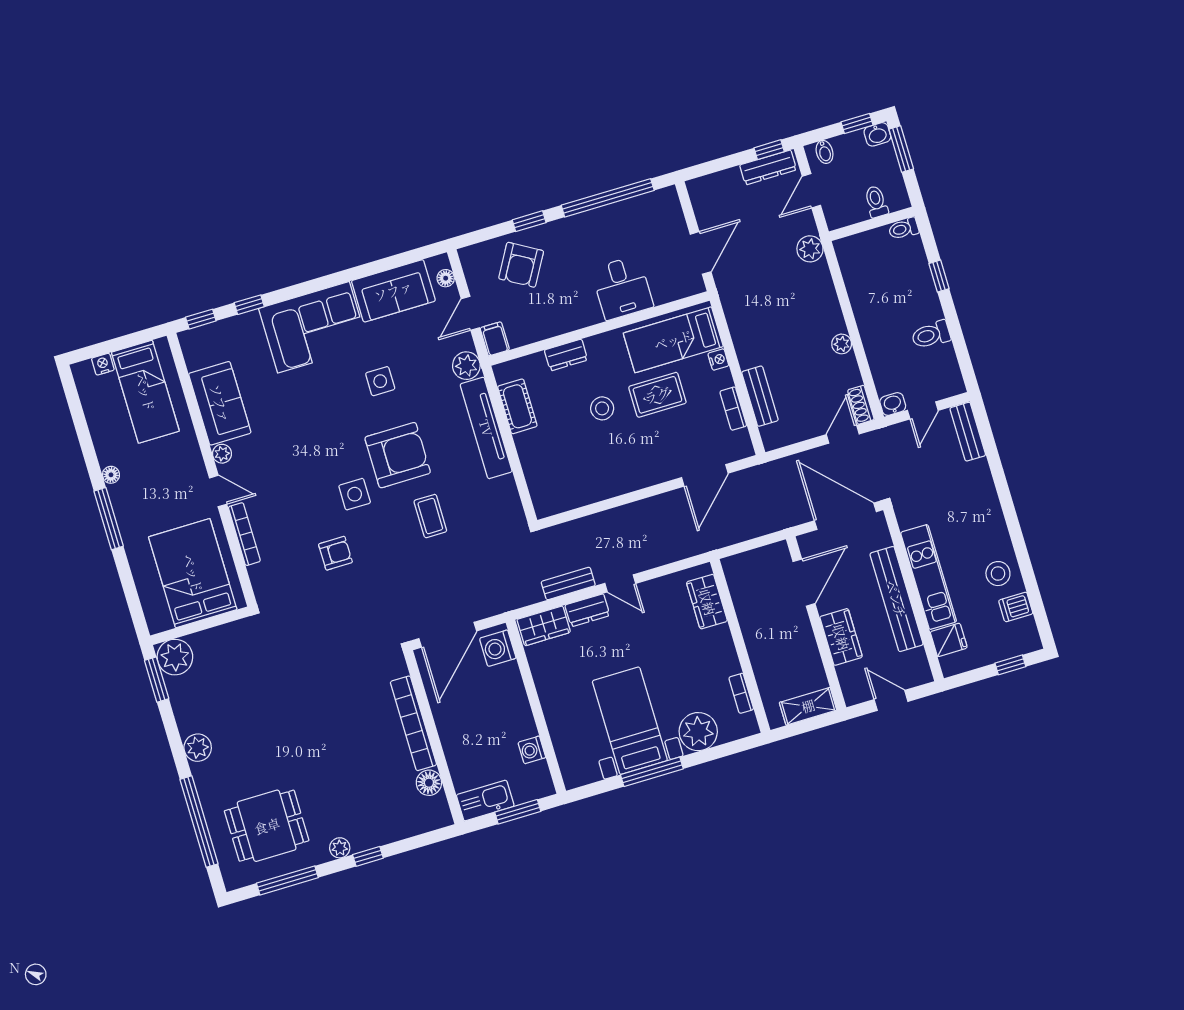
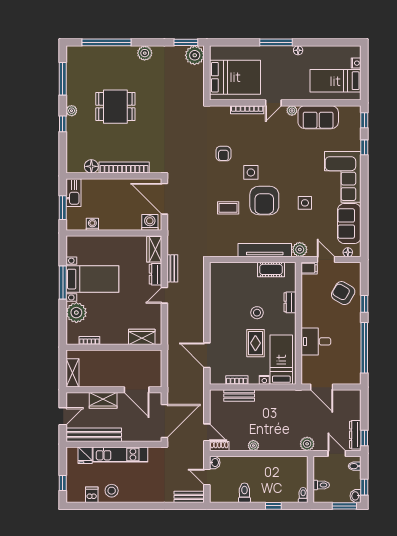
bench: (896, 599) -> (94, 435), moved
dining table: (267, 826) -> (115, 107), moved, turned 90

